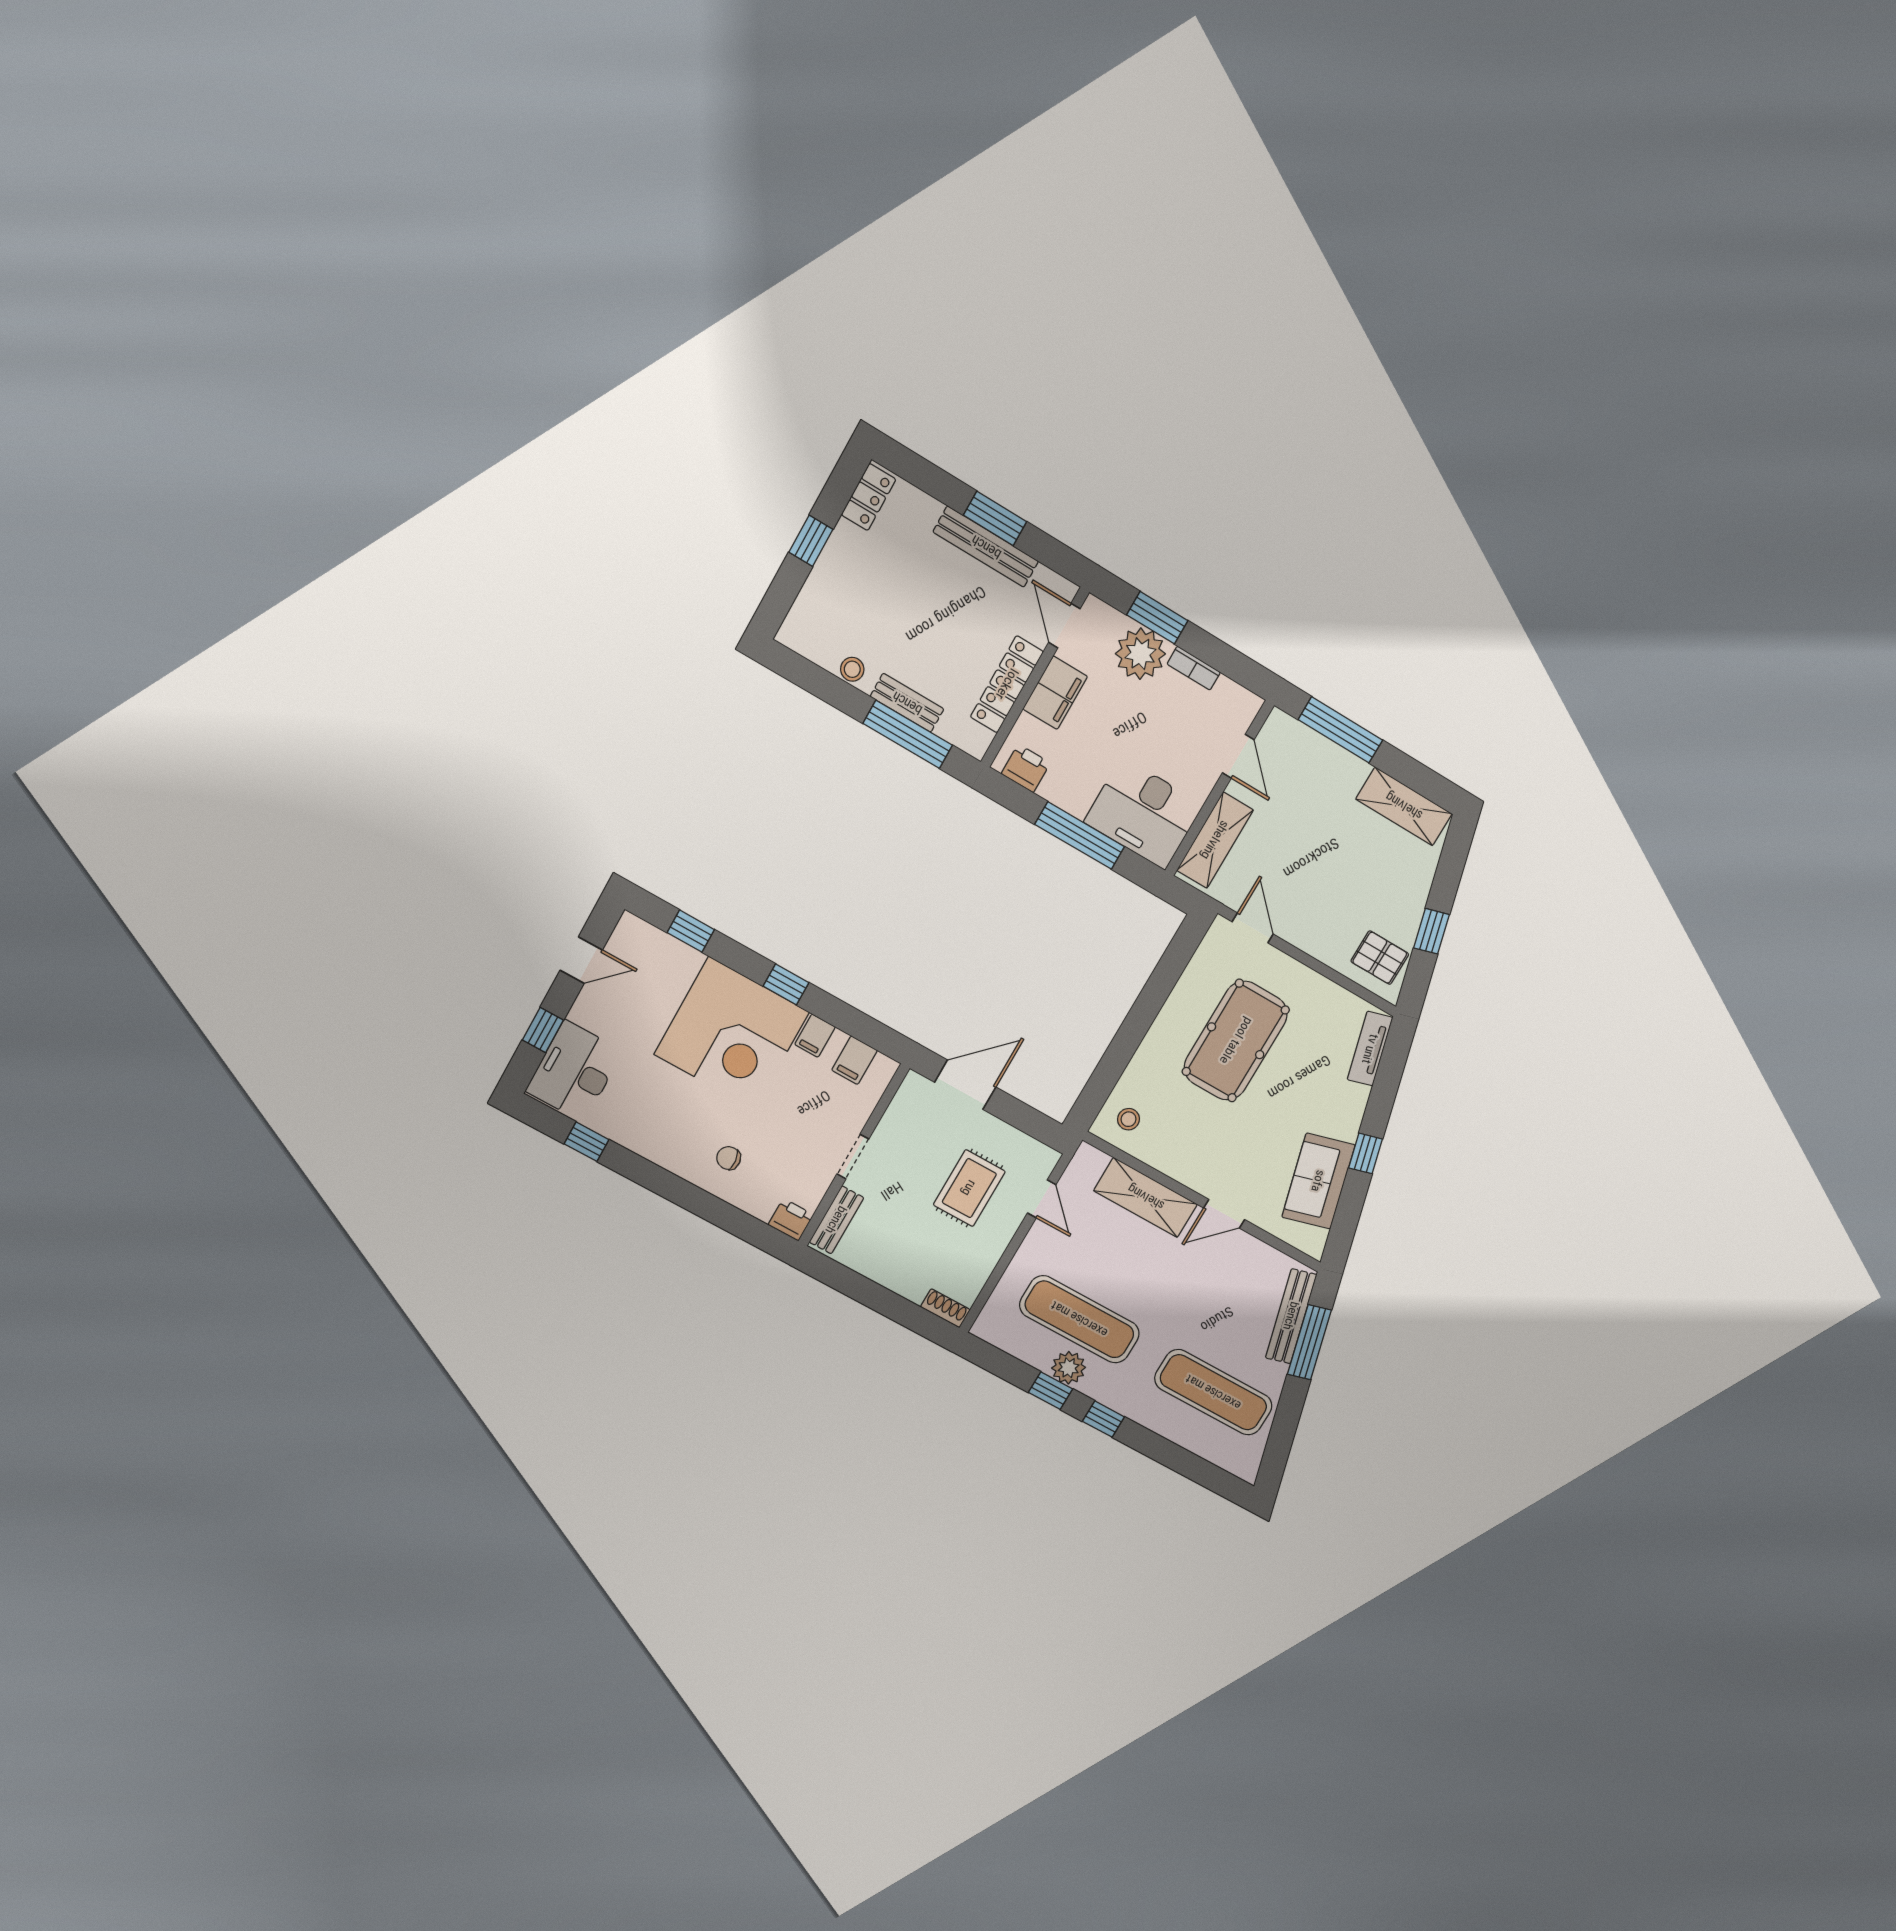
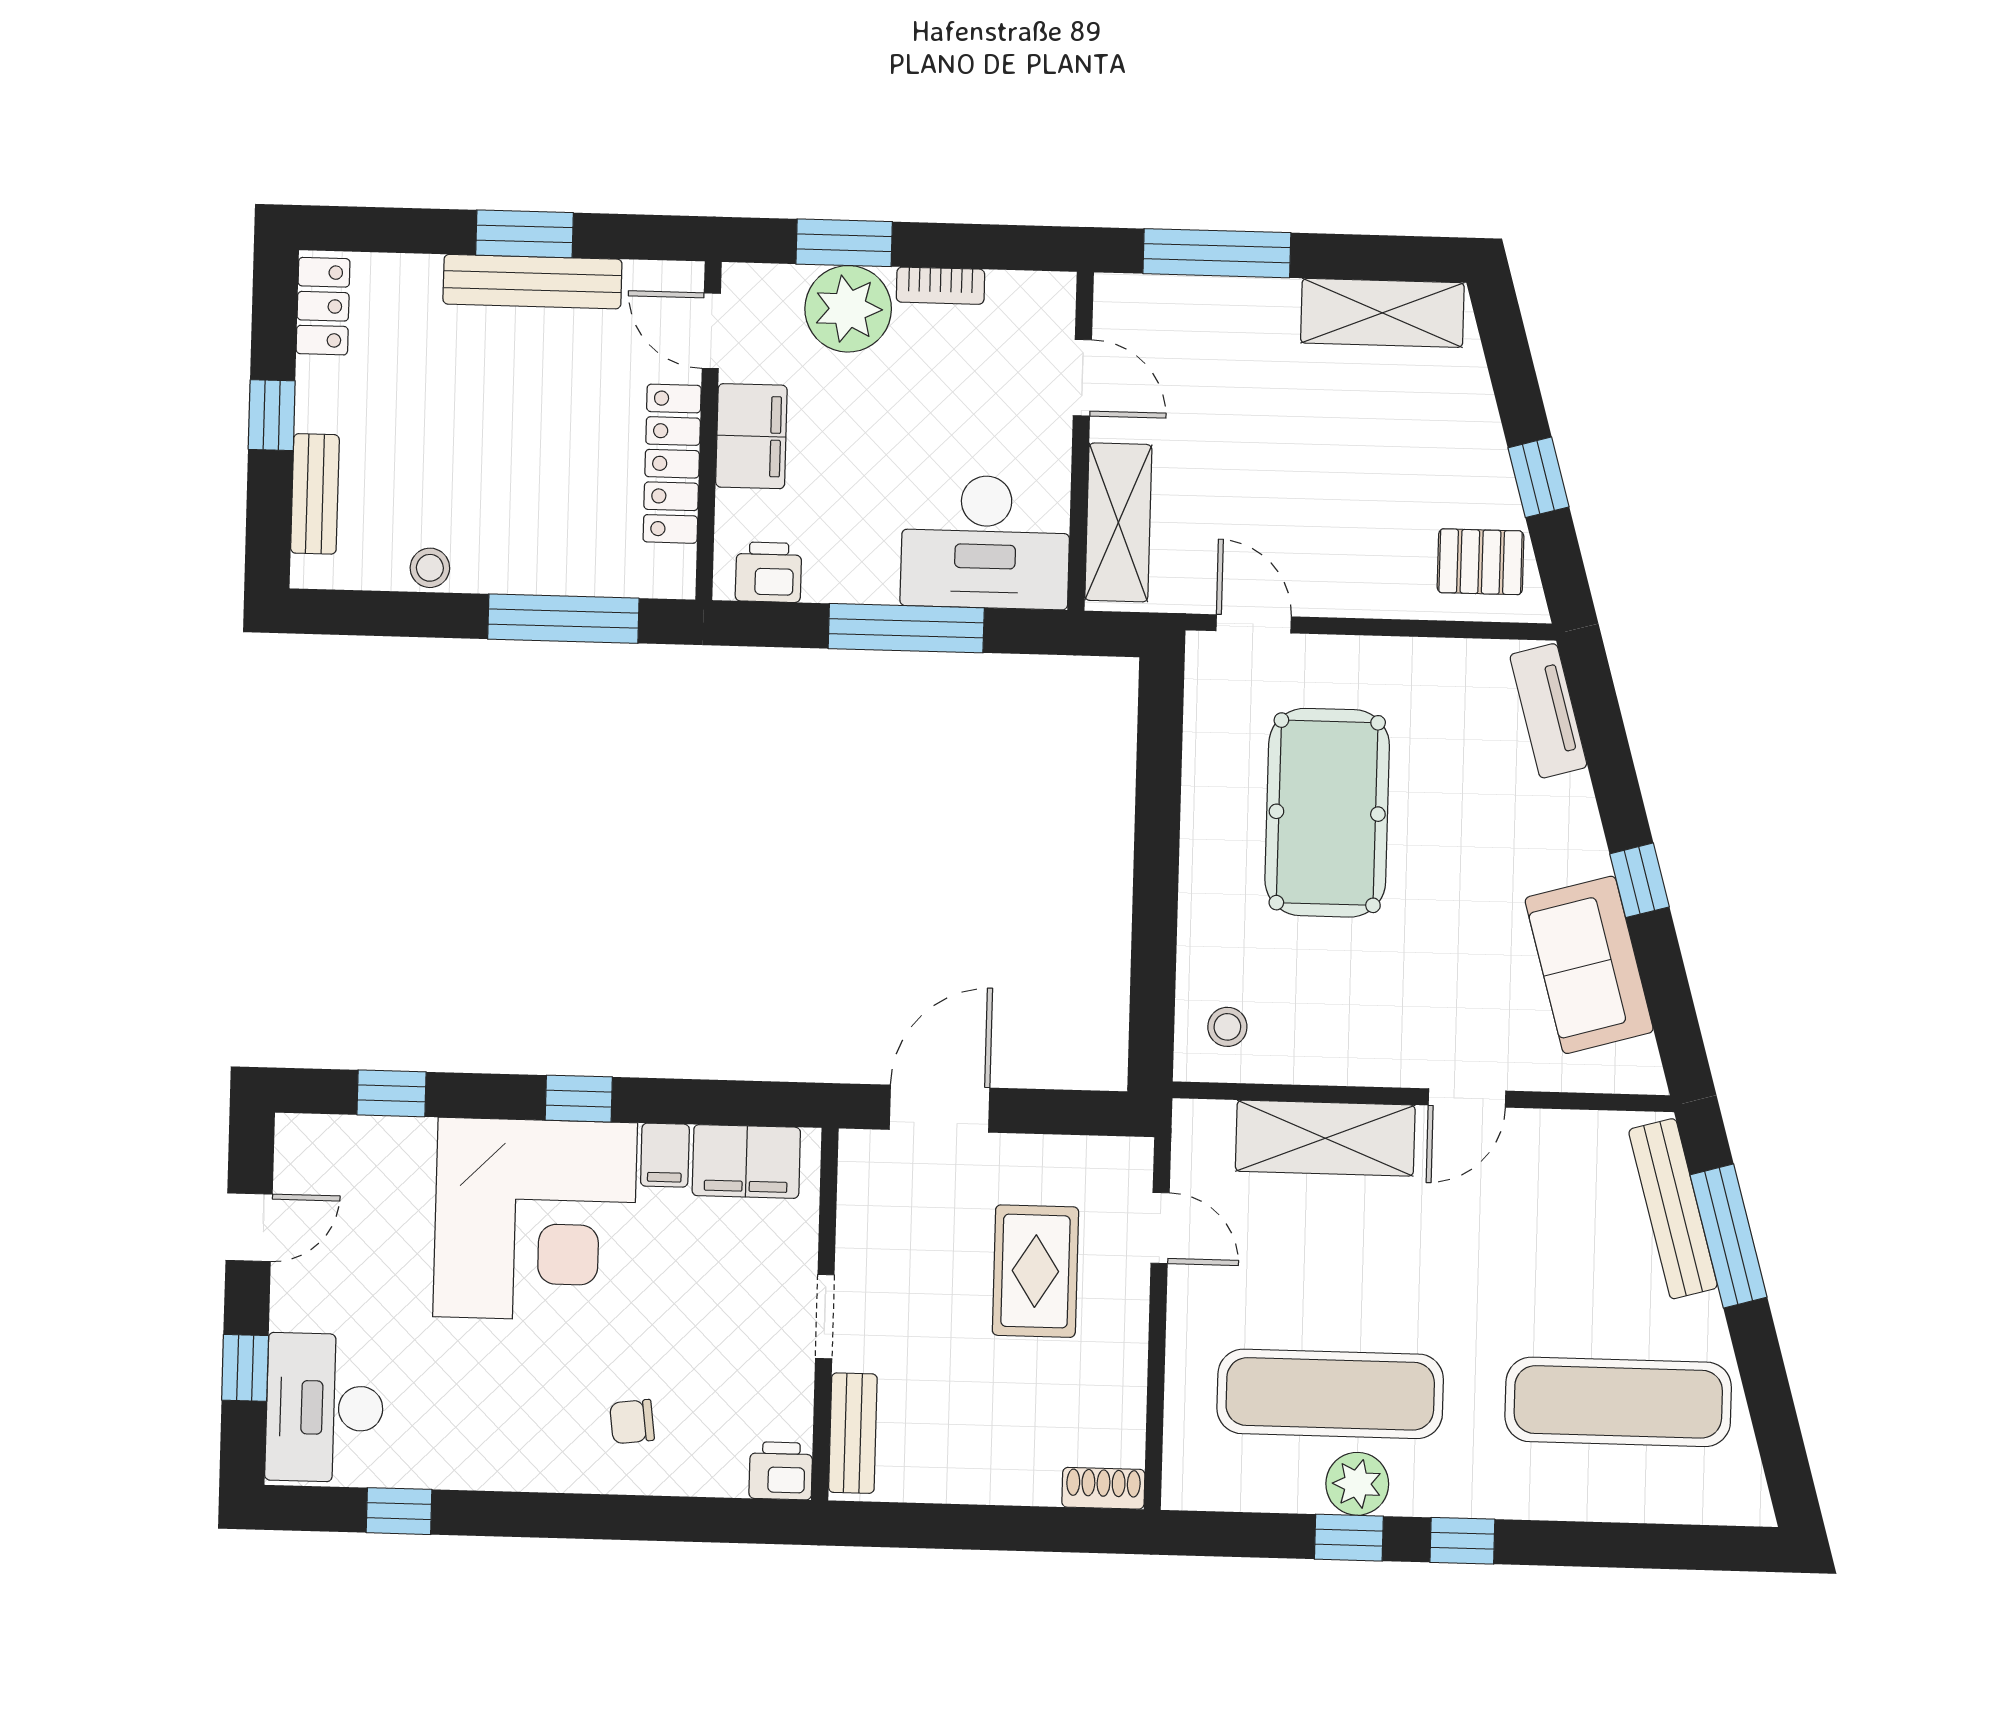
bench: (907, 703) -> (315, 494), moved, turned 90
filing cabinet: (854, 1060) -> (746, 1161), width x2.00

